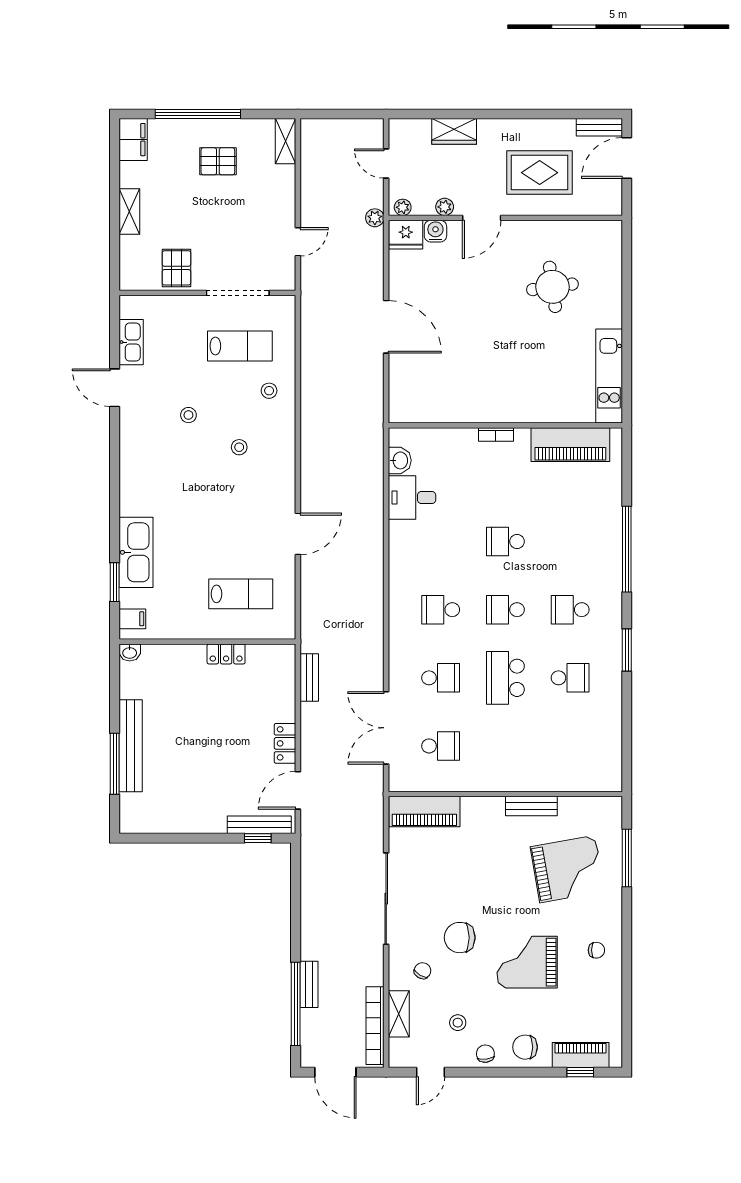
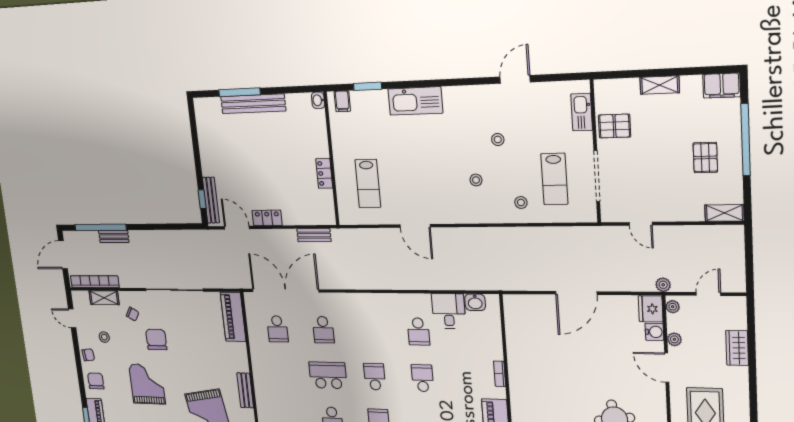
kitchen sink: (131, 342) -> (582, 112), moved, turned 90
kitchen sink: (136, 552) -> (415, 101), moved
school desk: (441, 610) -> (418, 332), moved, turned 180
double door: (386, 728) -> (285, 291), width x1.36

